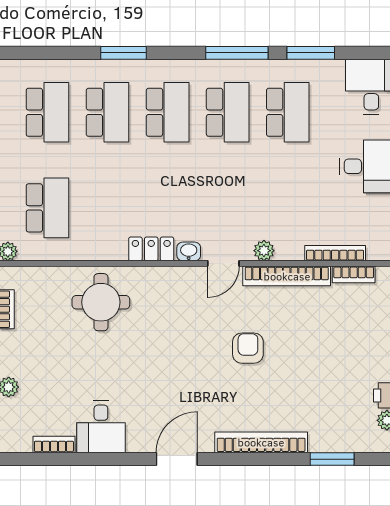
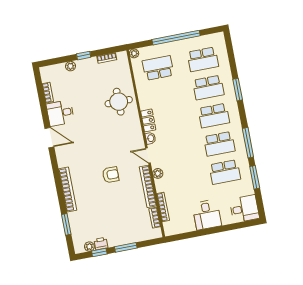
school desk: (47, 208) -> (158, 68), turned 180
door: (177, 459) -> (49, 138), moved

